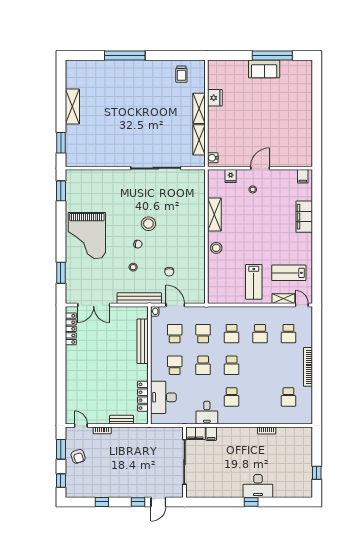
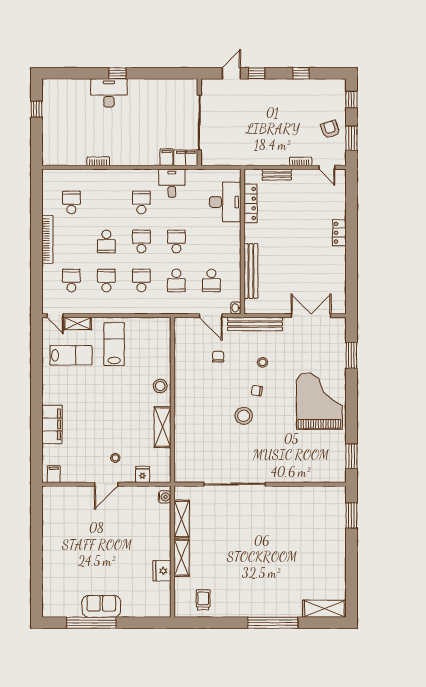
shelving: (72, 107) -> (324, 609), moved, turned 90
locker: (71, 329) -> (339, 233), moved, width x0.66
school desk: (175, 365) -> (106, 241), moved

